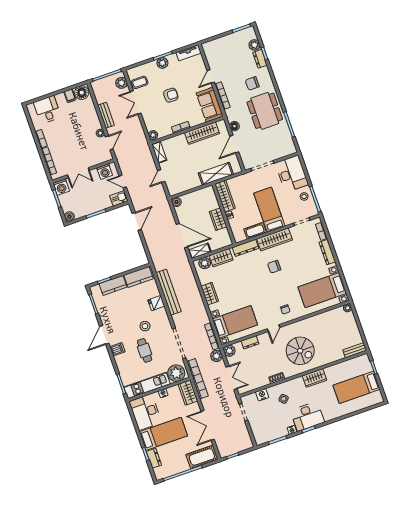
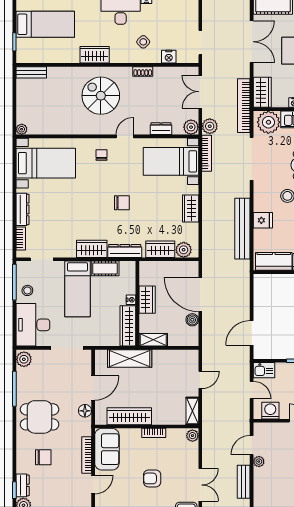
dining table: (265, 111) -> (40, 417), width x0.73
plant: (290, 147) -> (24, 359), added
boiler: (177, 202) -> (192, 320), moved
wardrobe: (275, 239) -> (92, 249), width x0.67
shelving: (200, 251) -> (153, 340), moved
chair: (274, 267) -> (122, 203), moved

